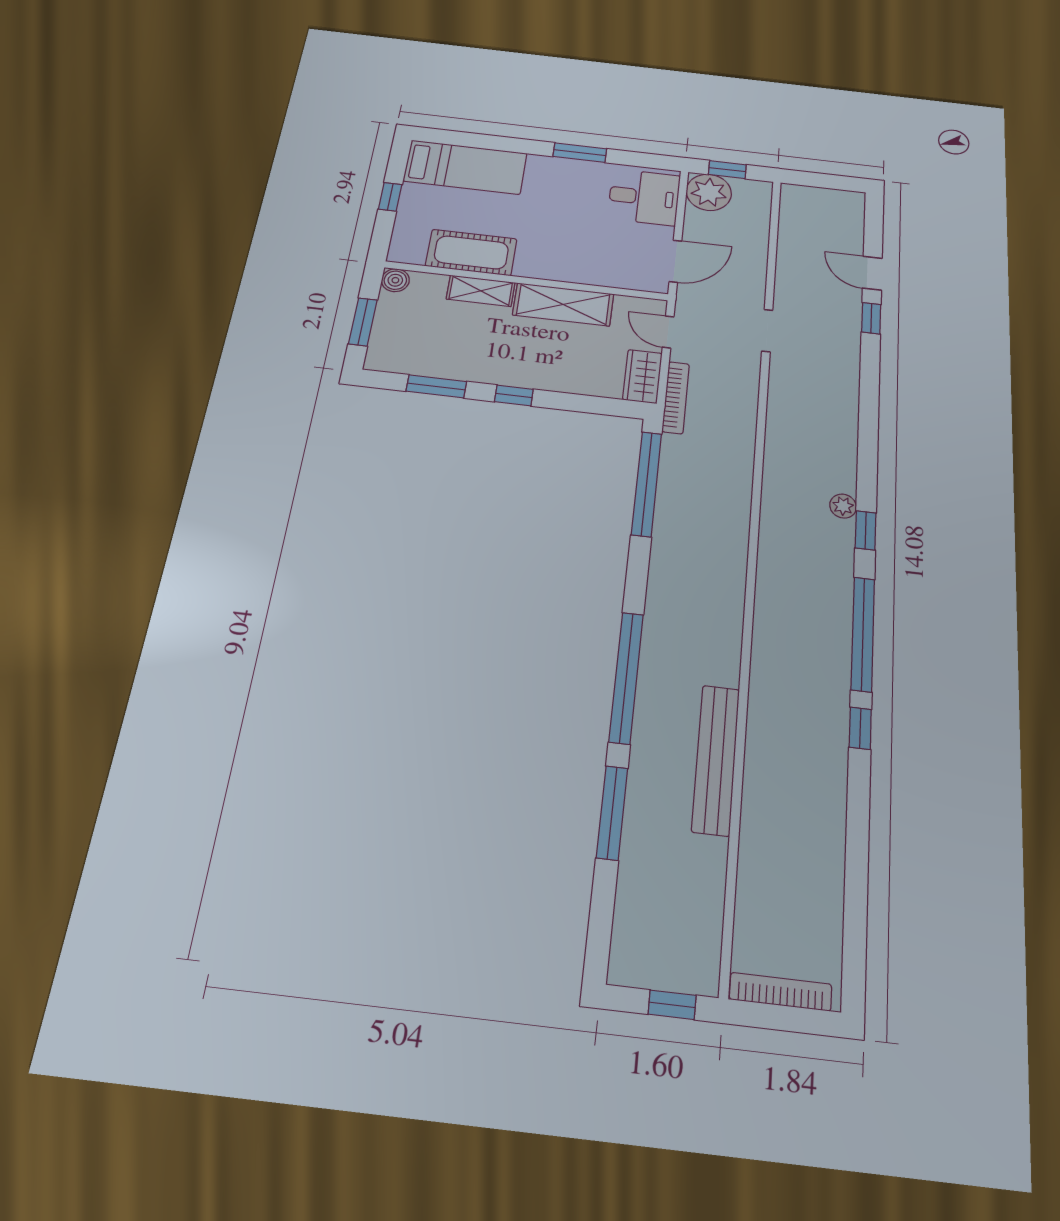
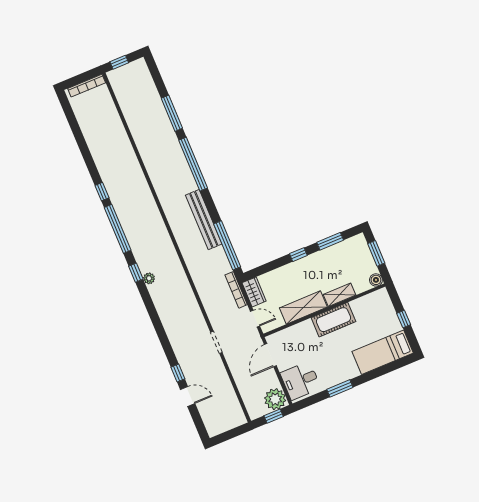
cot: (471, 252) -> (333, 320), moved
bench: (716, 759) -> (204, 220), moved

